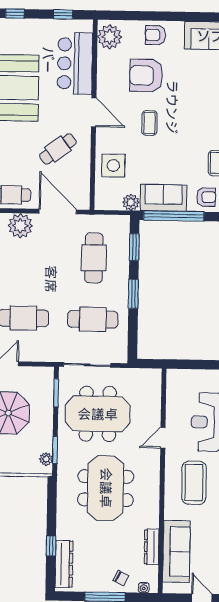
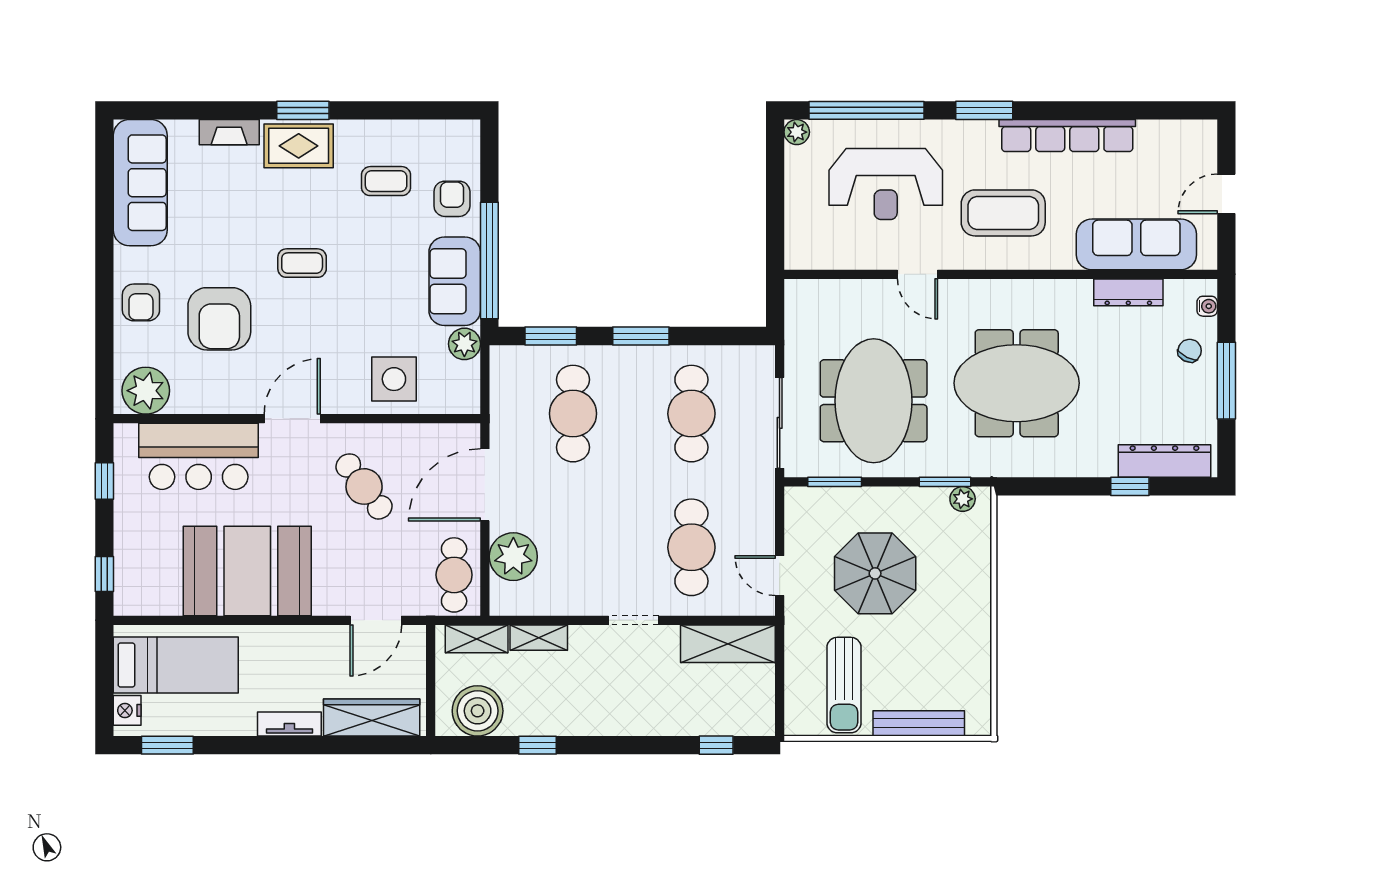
coffee table: (149, 123) -> (302, 263), moved
cafe table: (94, 258) -> (573, 414), turned 90

